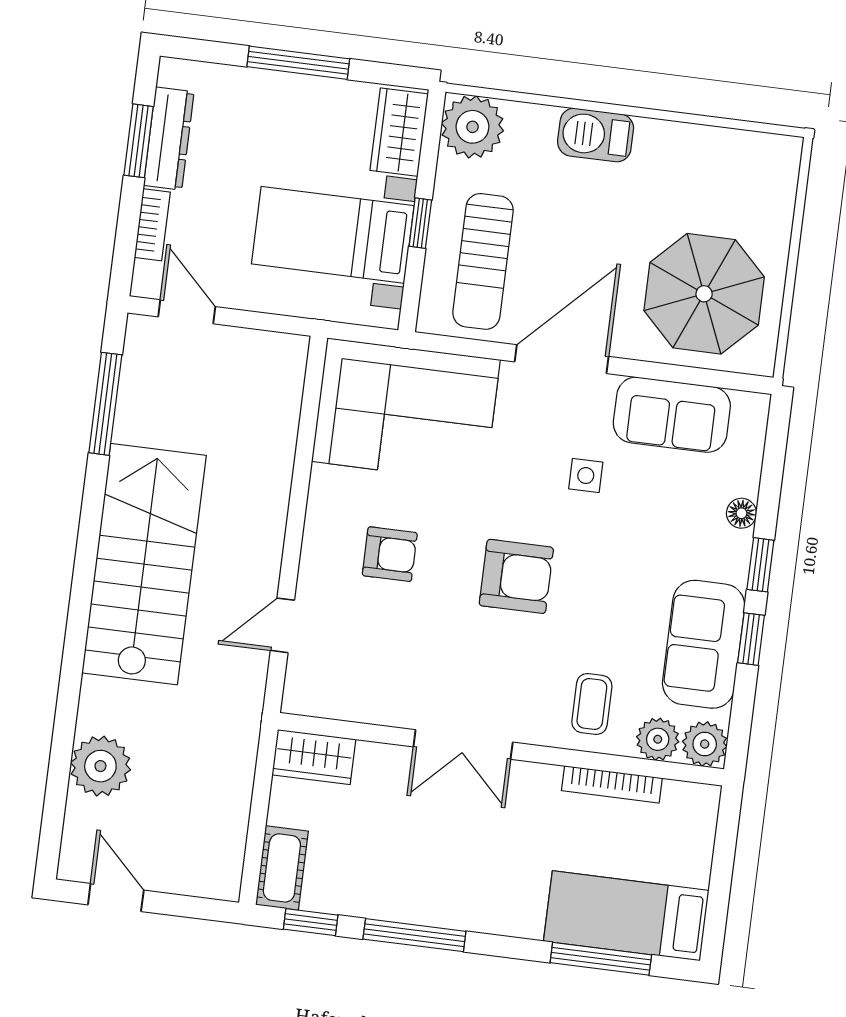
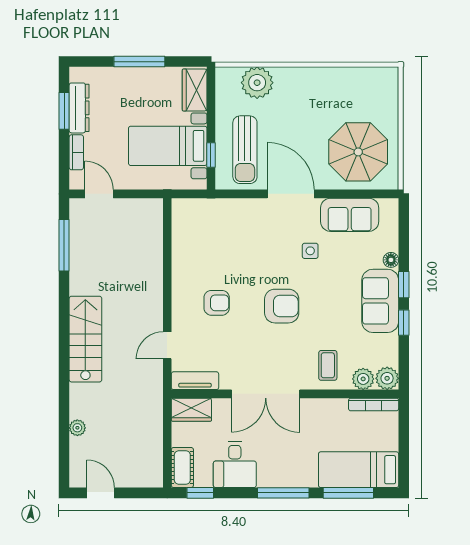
plant: (472, 127) -> (257, 83), moved
barbecue: (596, 135) -> (293, 79), removed
window: (420, 223) -> (211, 155), moved
door: (562, 359) -> (291, 194), hinge flipped
corner sofa: (406, 411) -> (216, 230), removed
stairs: (144, 564) -> (85, 339), width x0.73, depth x0.66
sofa: (704, 644) -> (380, 301), moved
tv unit: (328, 701) -> (195, 381), added
double door: (463, 745) -> (266, 394), width x1.37
plant: (100, 766) -> (77, 428), width x0.53, depth x0.53
bookcase: (612, 784) -> (374, 404), moved
desk: (385, 875) -> (235, 465), added
window: (414, 935) -> (283, 493), moved

